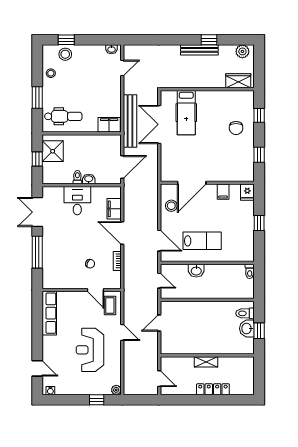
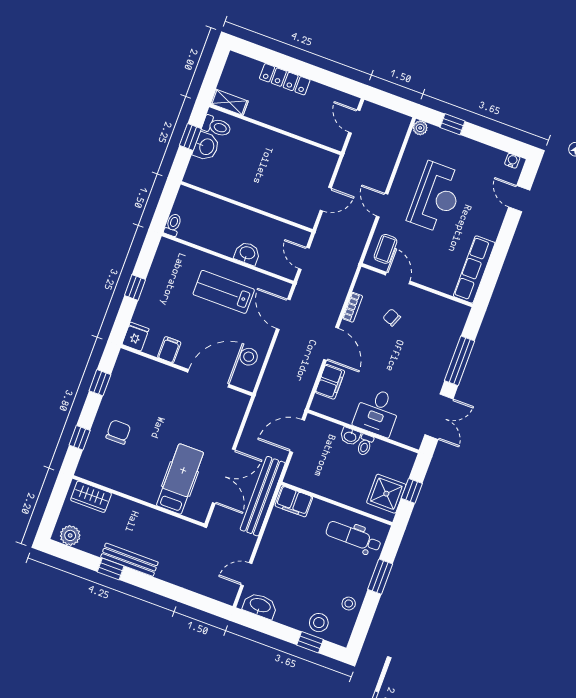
washbasin: (111, 49) -> (260, 606), width x1.91, depth x1.45
toilet: (245, 313) -> (217, 126), moved
shelving: (206, 362) -> (229, 102), moved

